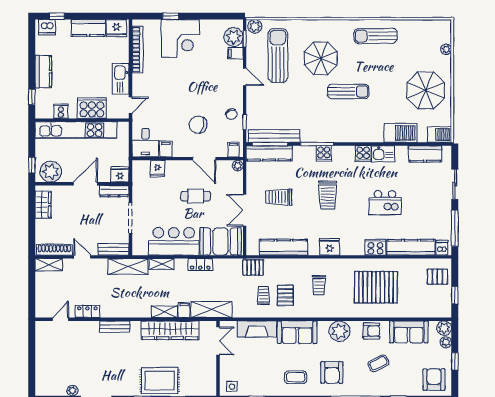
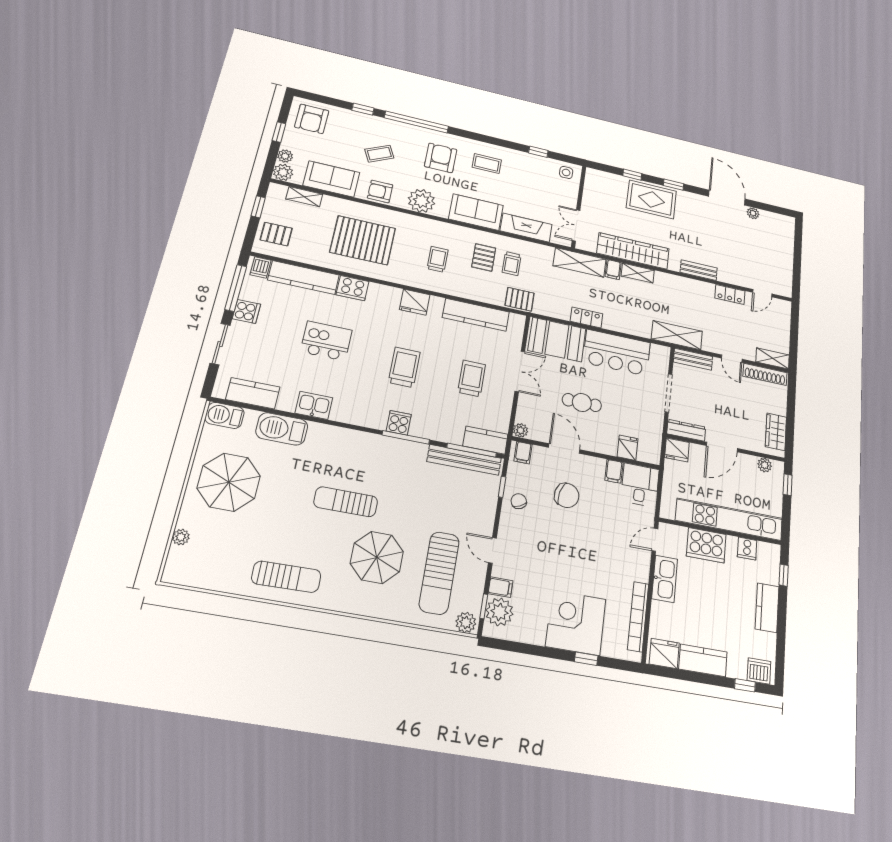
kitchen counter: (269, 153) -> (485, 440), width x0.67
cooker: (363, 154) -> (246, 311), moved, turned 90
plant: (51, 172) -> (765, 465), width x0.53, depth x0.53
trolley: (279, 197) -> (472, 378), turned -90
shelving: (162, 264) -> (304, 197), moved

